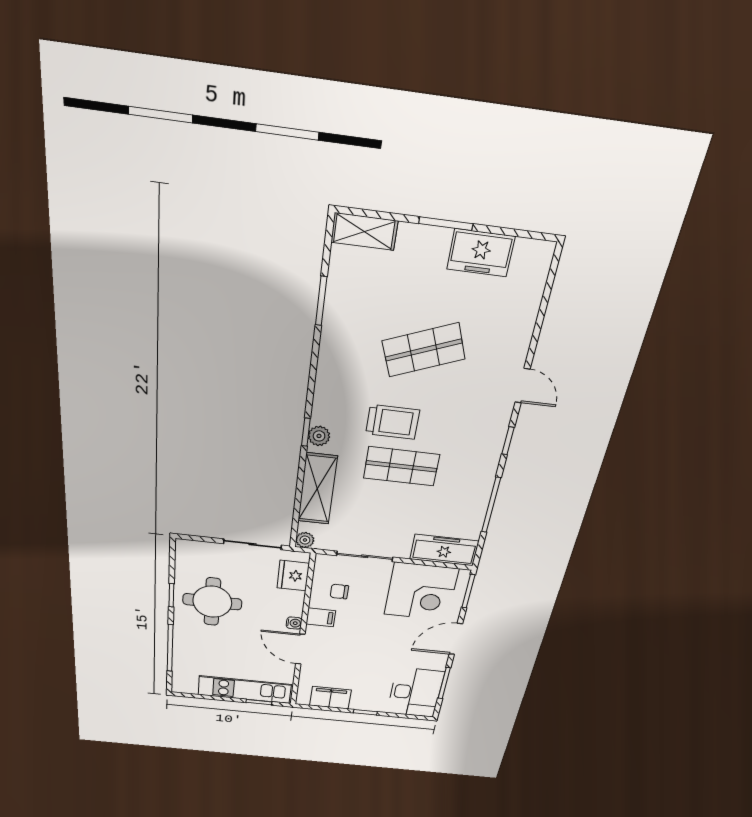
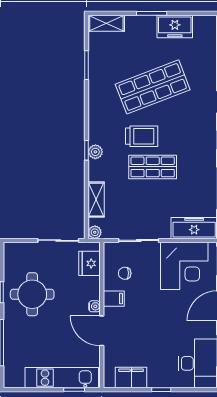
shop shelf: (424, 350) -> (153, 87), width x1.43, depth x1.36
shelving: (317, 489) -> (96, 200), width x0.67, depth x0.75

